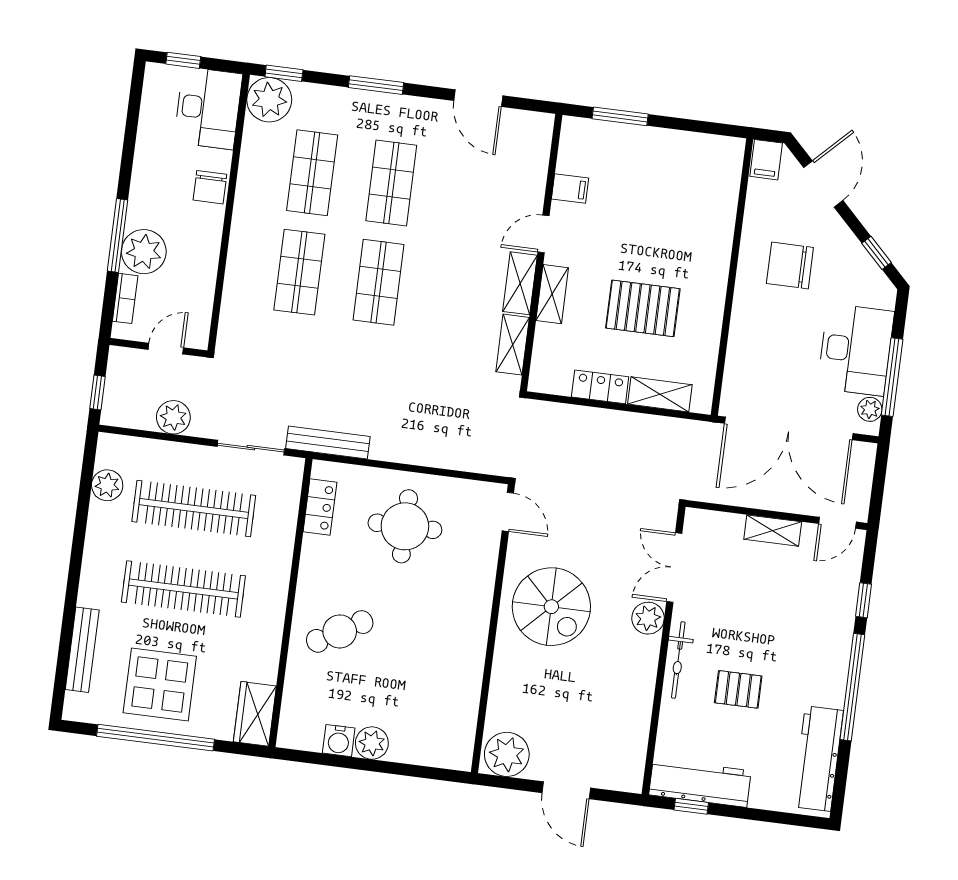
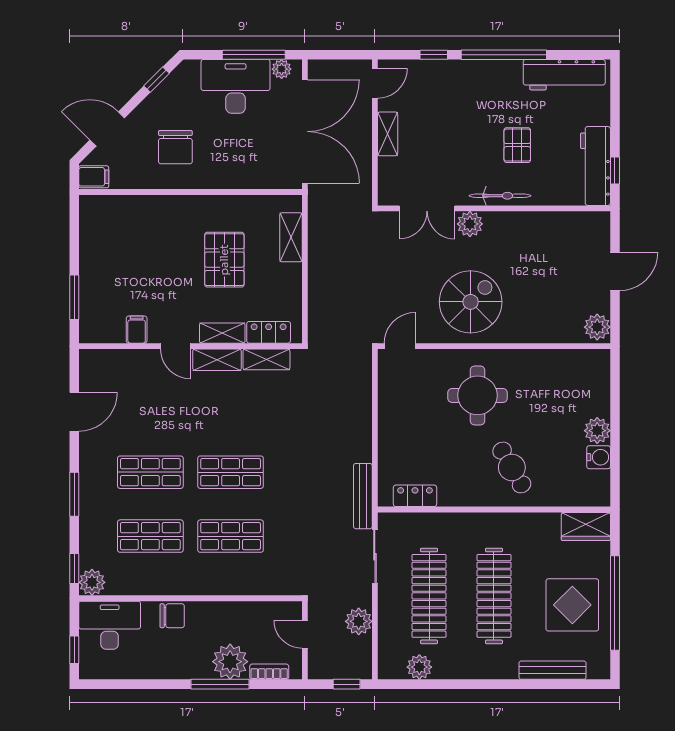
plant: (269, 100) -> (92, 582), width x0.73, depth x0.73
locker: (600, 387) -> (269, 332), moved, turned 90
door: (837, 523) -> (375, 83), hinge flipped
round table: (405, 526) -> (478, 395), moved
plant: (507, 754) -> (597, 327), width x0.73, depth x0.73

